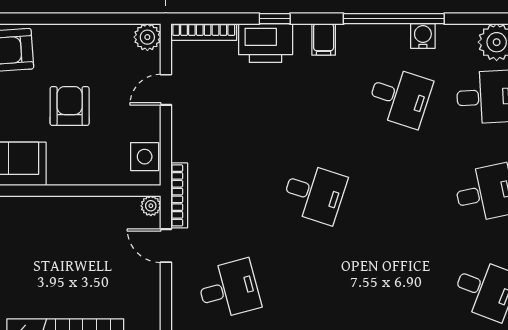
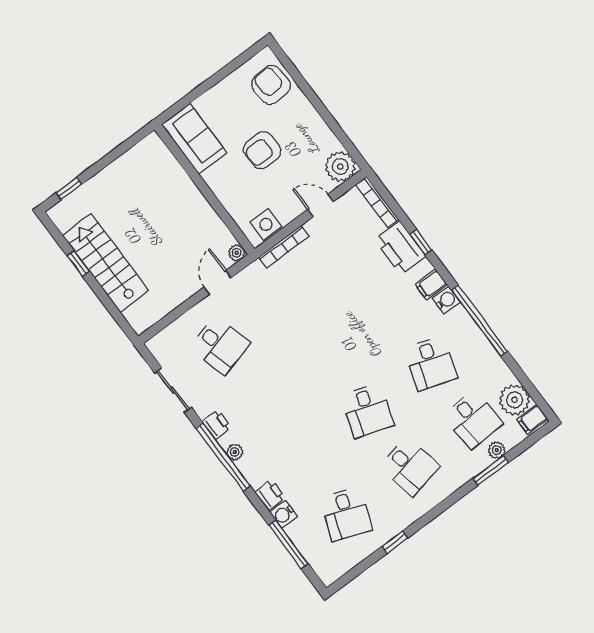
water cooler: (423, 36) -> (446, 300), moved
plant: (147, 37) -> (340, 167), width x1.36, depth x1.36
armchair: (70, 106) -> (262, 150), turned 180
desk: (314, 193) -> (367, 410), moved
bookcase: (179, 195) -> (284, 247), moved

